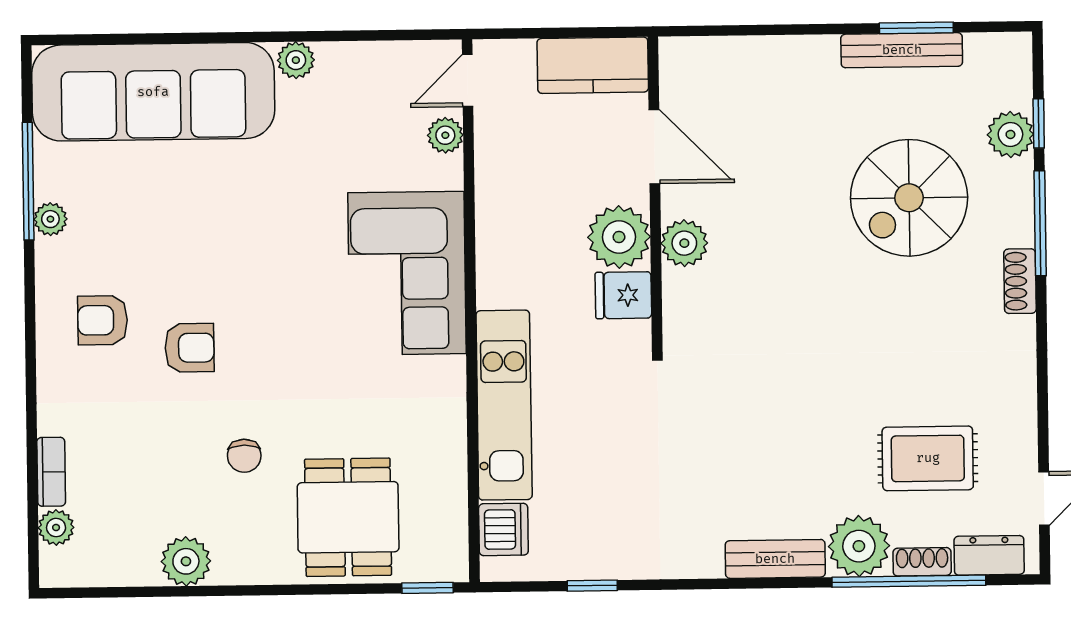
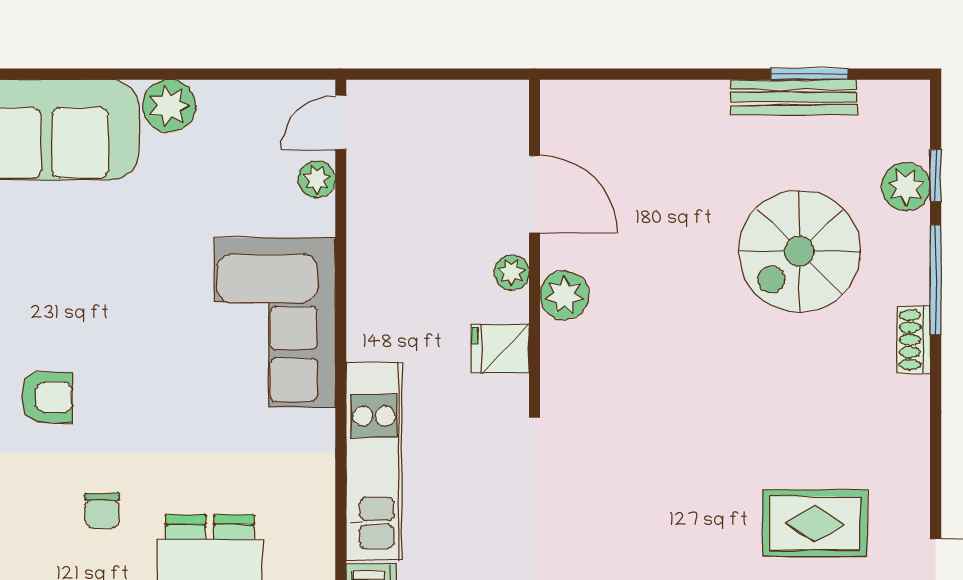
plant: (296, 60) -> (169, 106), width x1.38, depth x1.38
kitchen counter: (593, 65) -> (471, 108), removed
plant: (619, 237) -> (512, 273), width x0.53, depth x0.53

